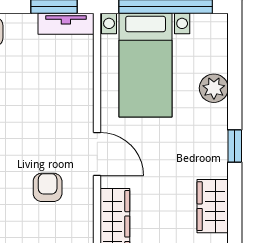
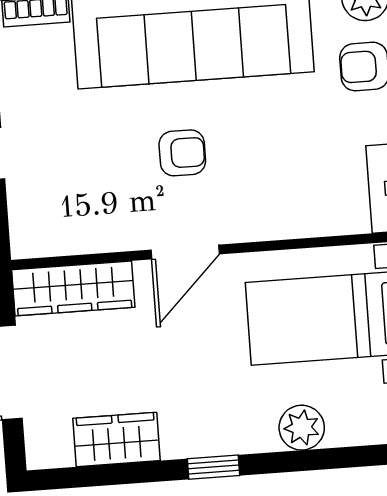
armchair: (48, 187) -> (182, 153), moved

